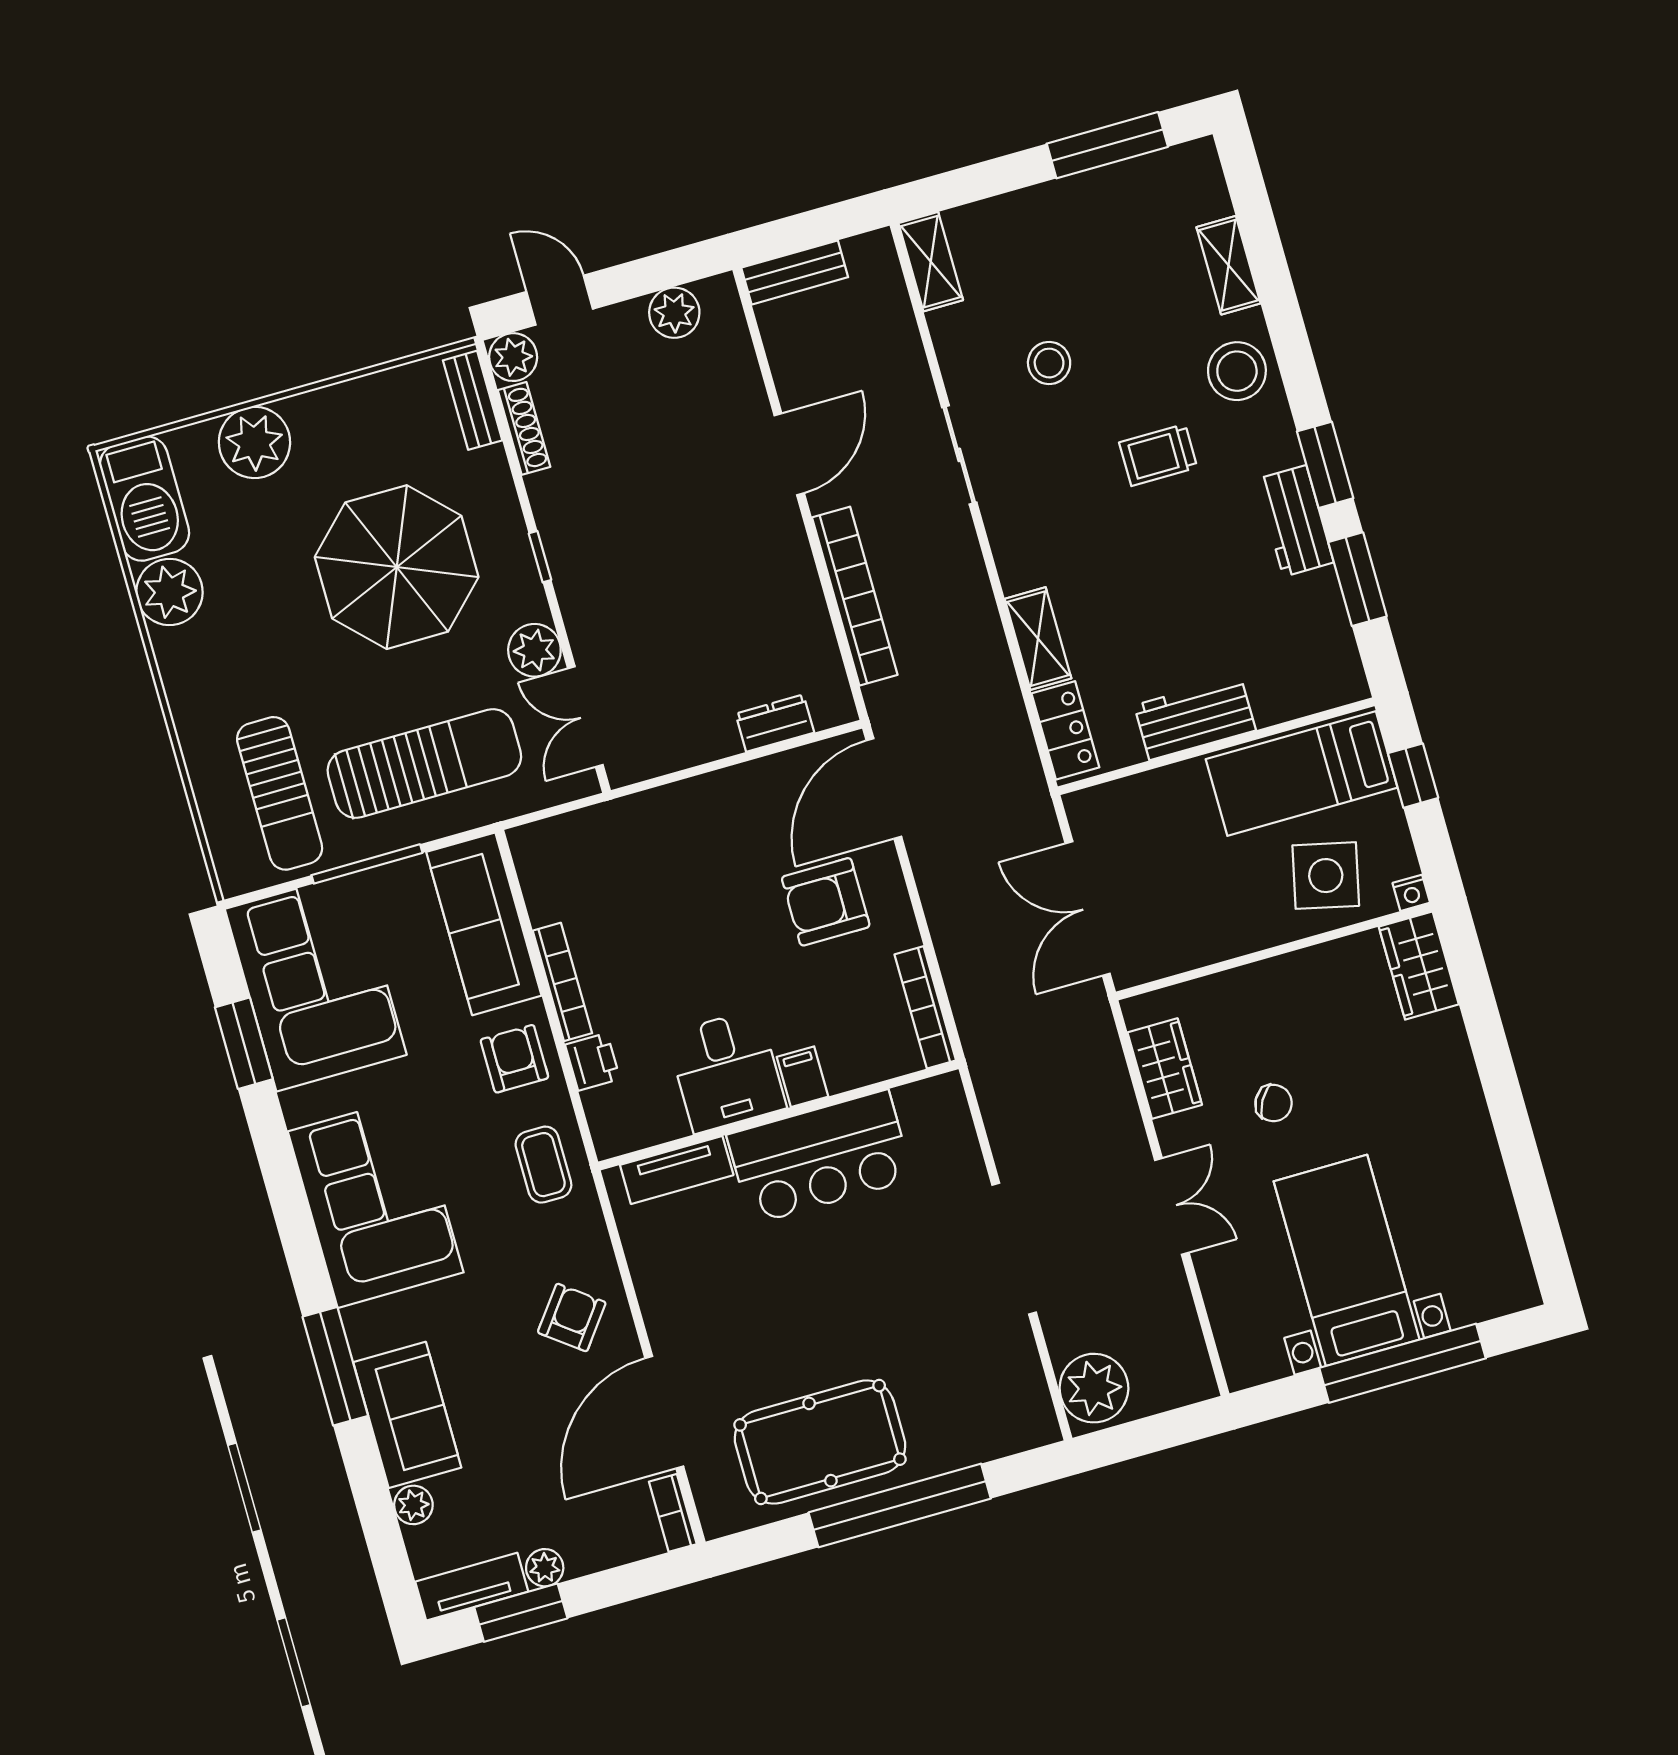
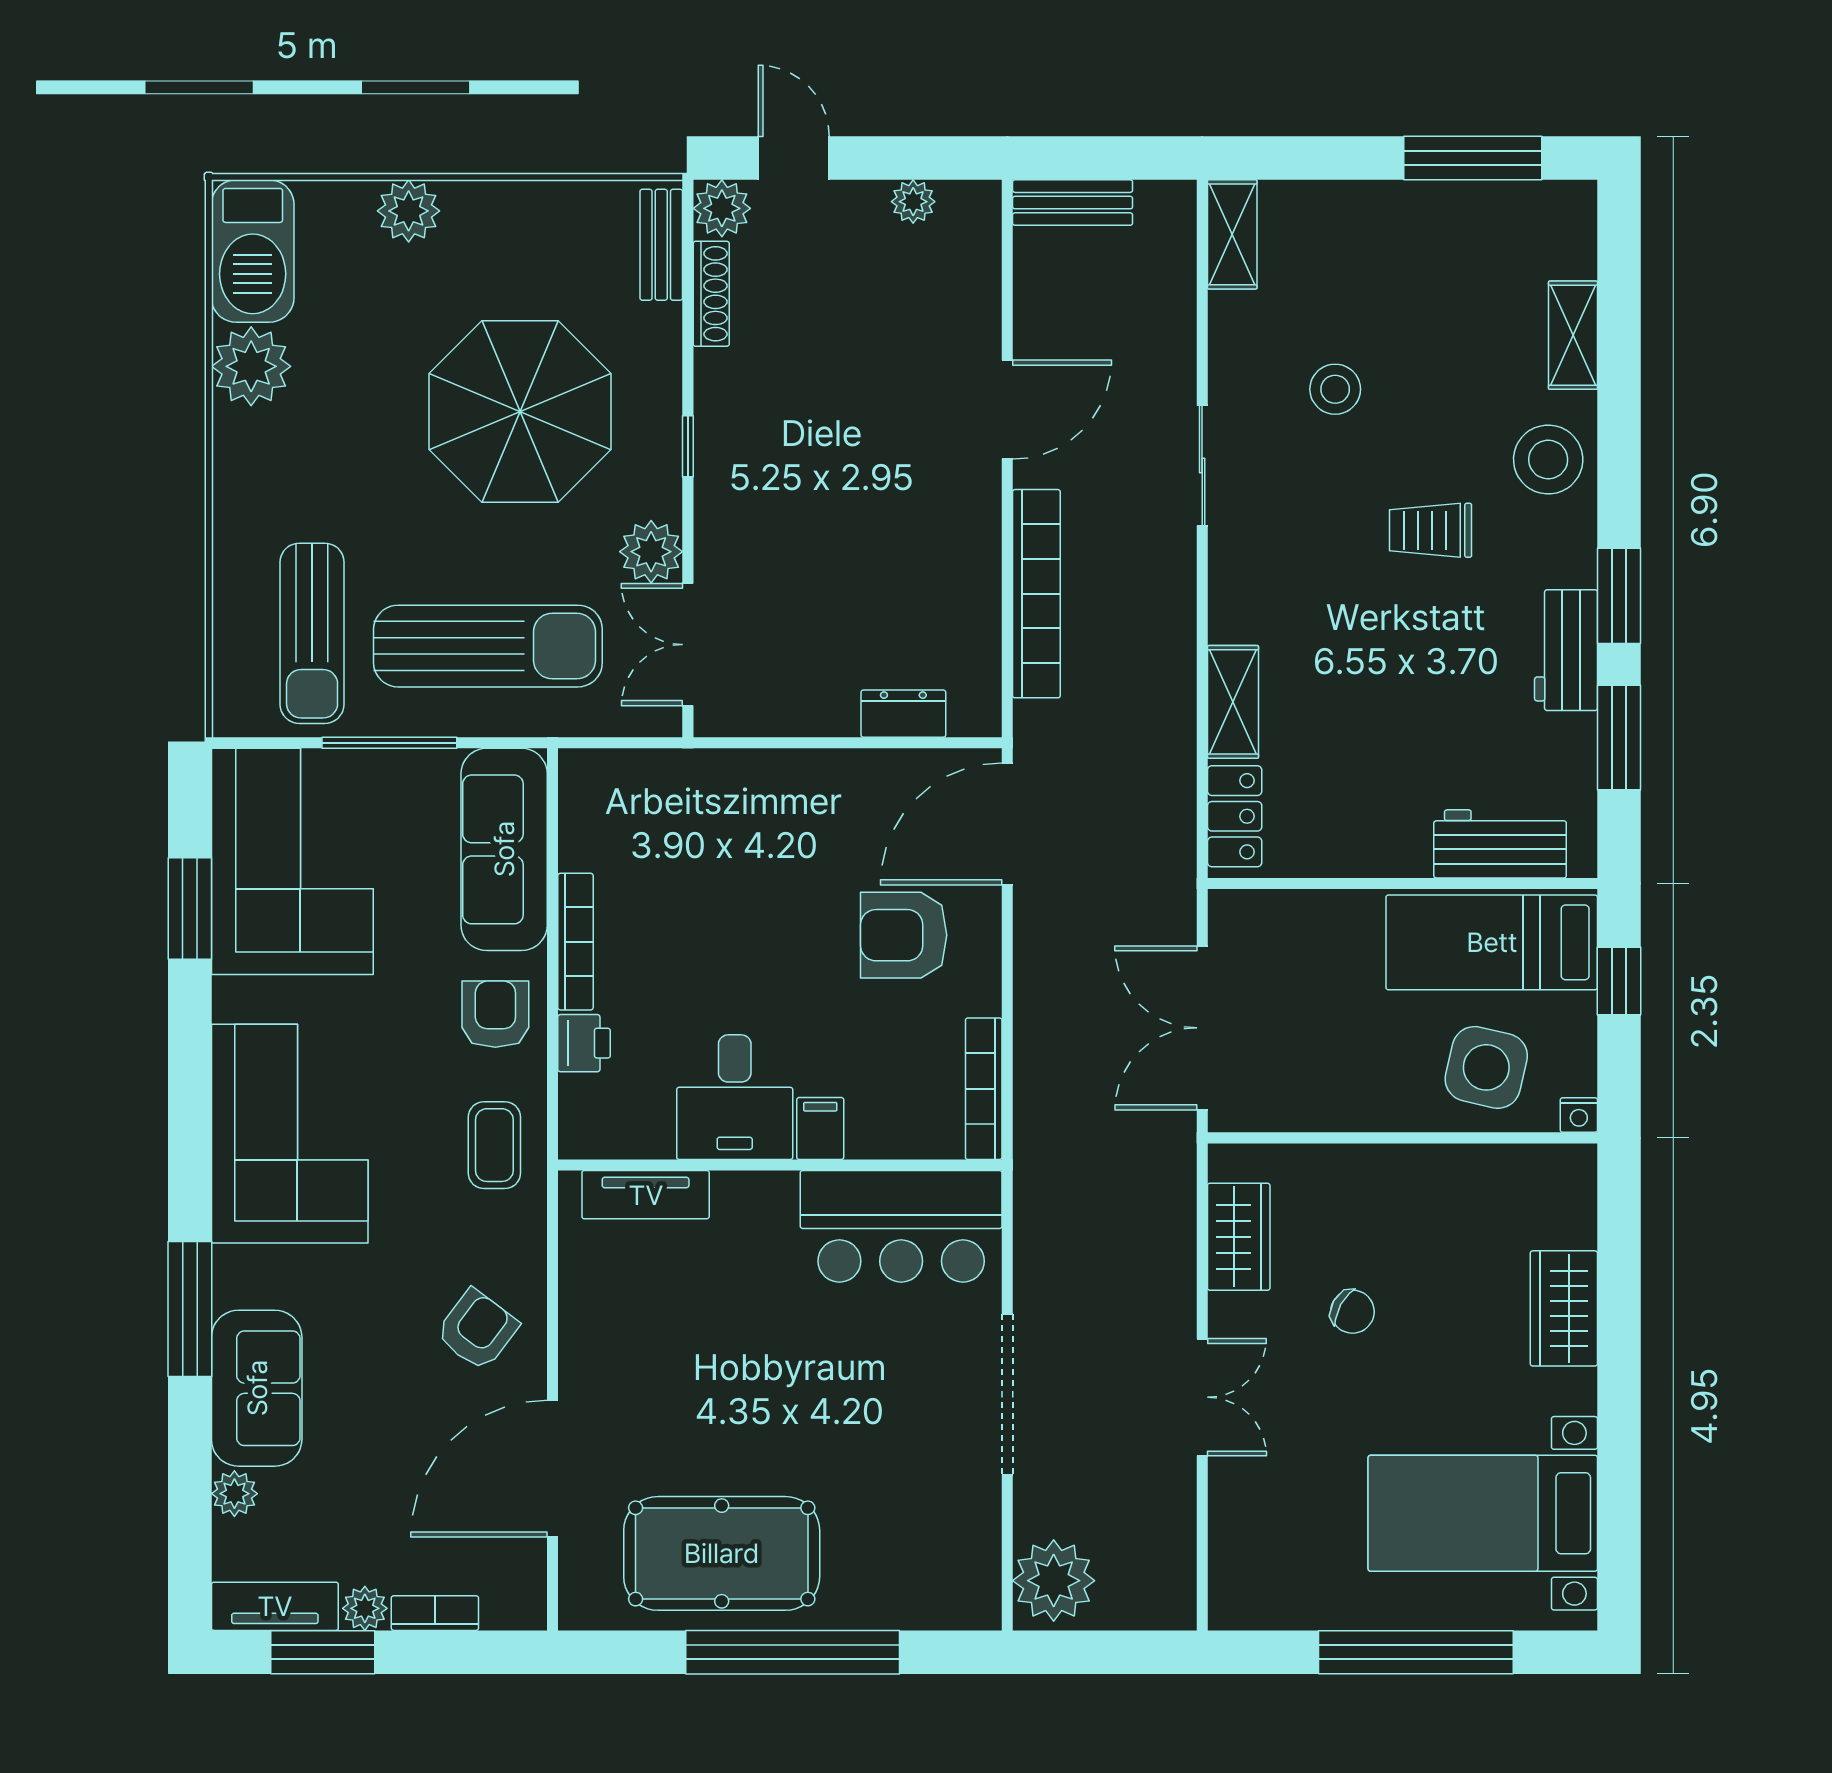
plant: (674, 313) -> (913, 202), width x0.73, depth x0.73
plant: (254, 442) -> (409, 211), width x0.73, depth x0.73
workbench: (1195, 718) -> (1500, 844), moved
wardrobe: (1419, 966) -> (1564, 1308), moved
bar counter: (820, 1157) -> (901, 1226), moved
bed with nightstands: (1347, 1260) -> (1483, 1513), moved, turned -90
bookcase: (673, 1513) -> (435, 1613), moved, turned 90

